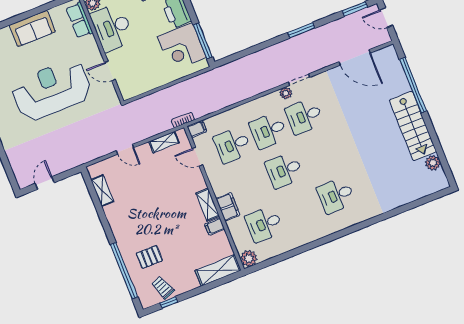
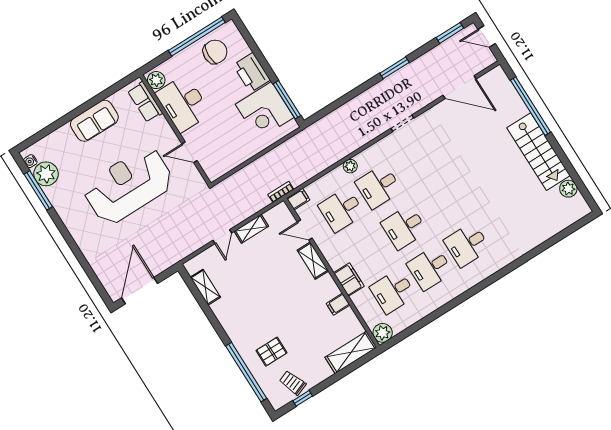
plant: (286, 93) -> (350, 166), moved
desk: (304, 116) -> (430, 268), moved
shelving: (164, 142) -> (251, 229), moved
door: (125, 149) -> (222, 237), hinge flipped
door: (45, 183) -> (140, 291), width x1.87
shelving: (208, 205) -> (313, 261), moved

